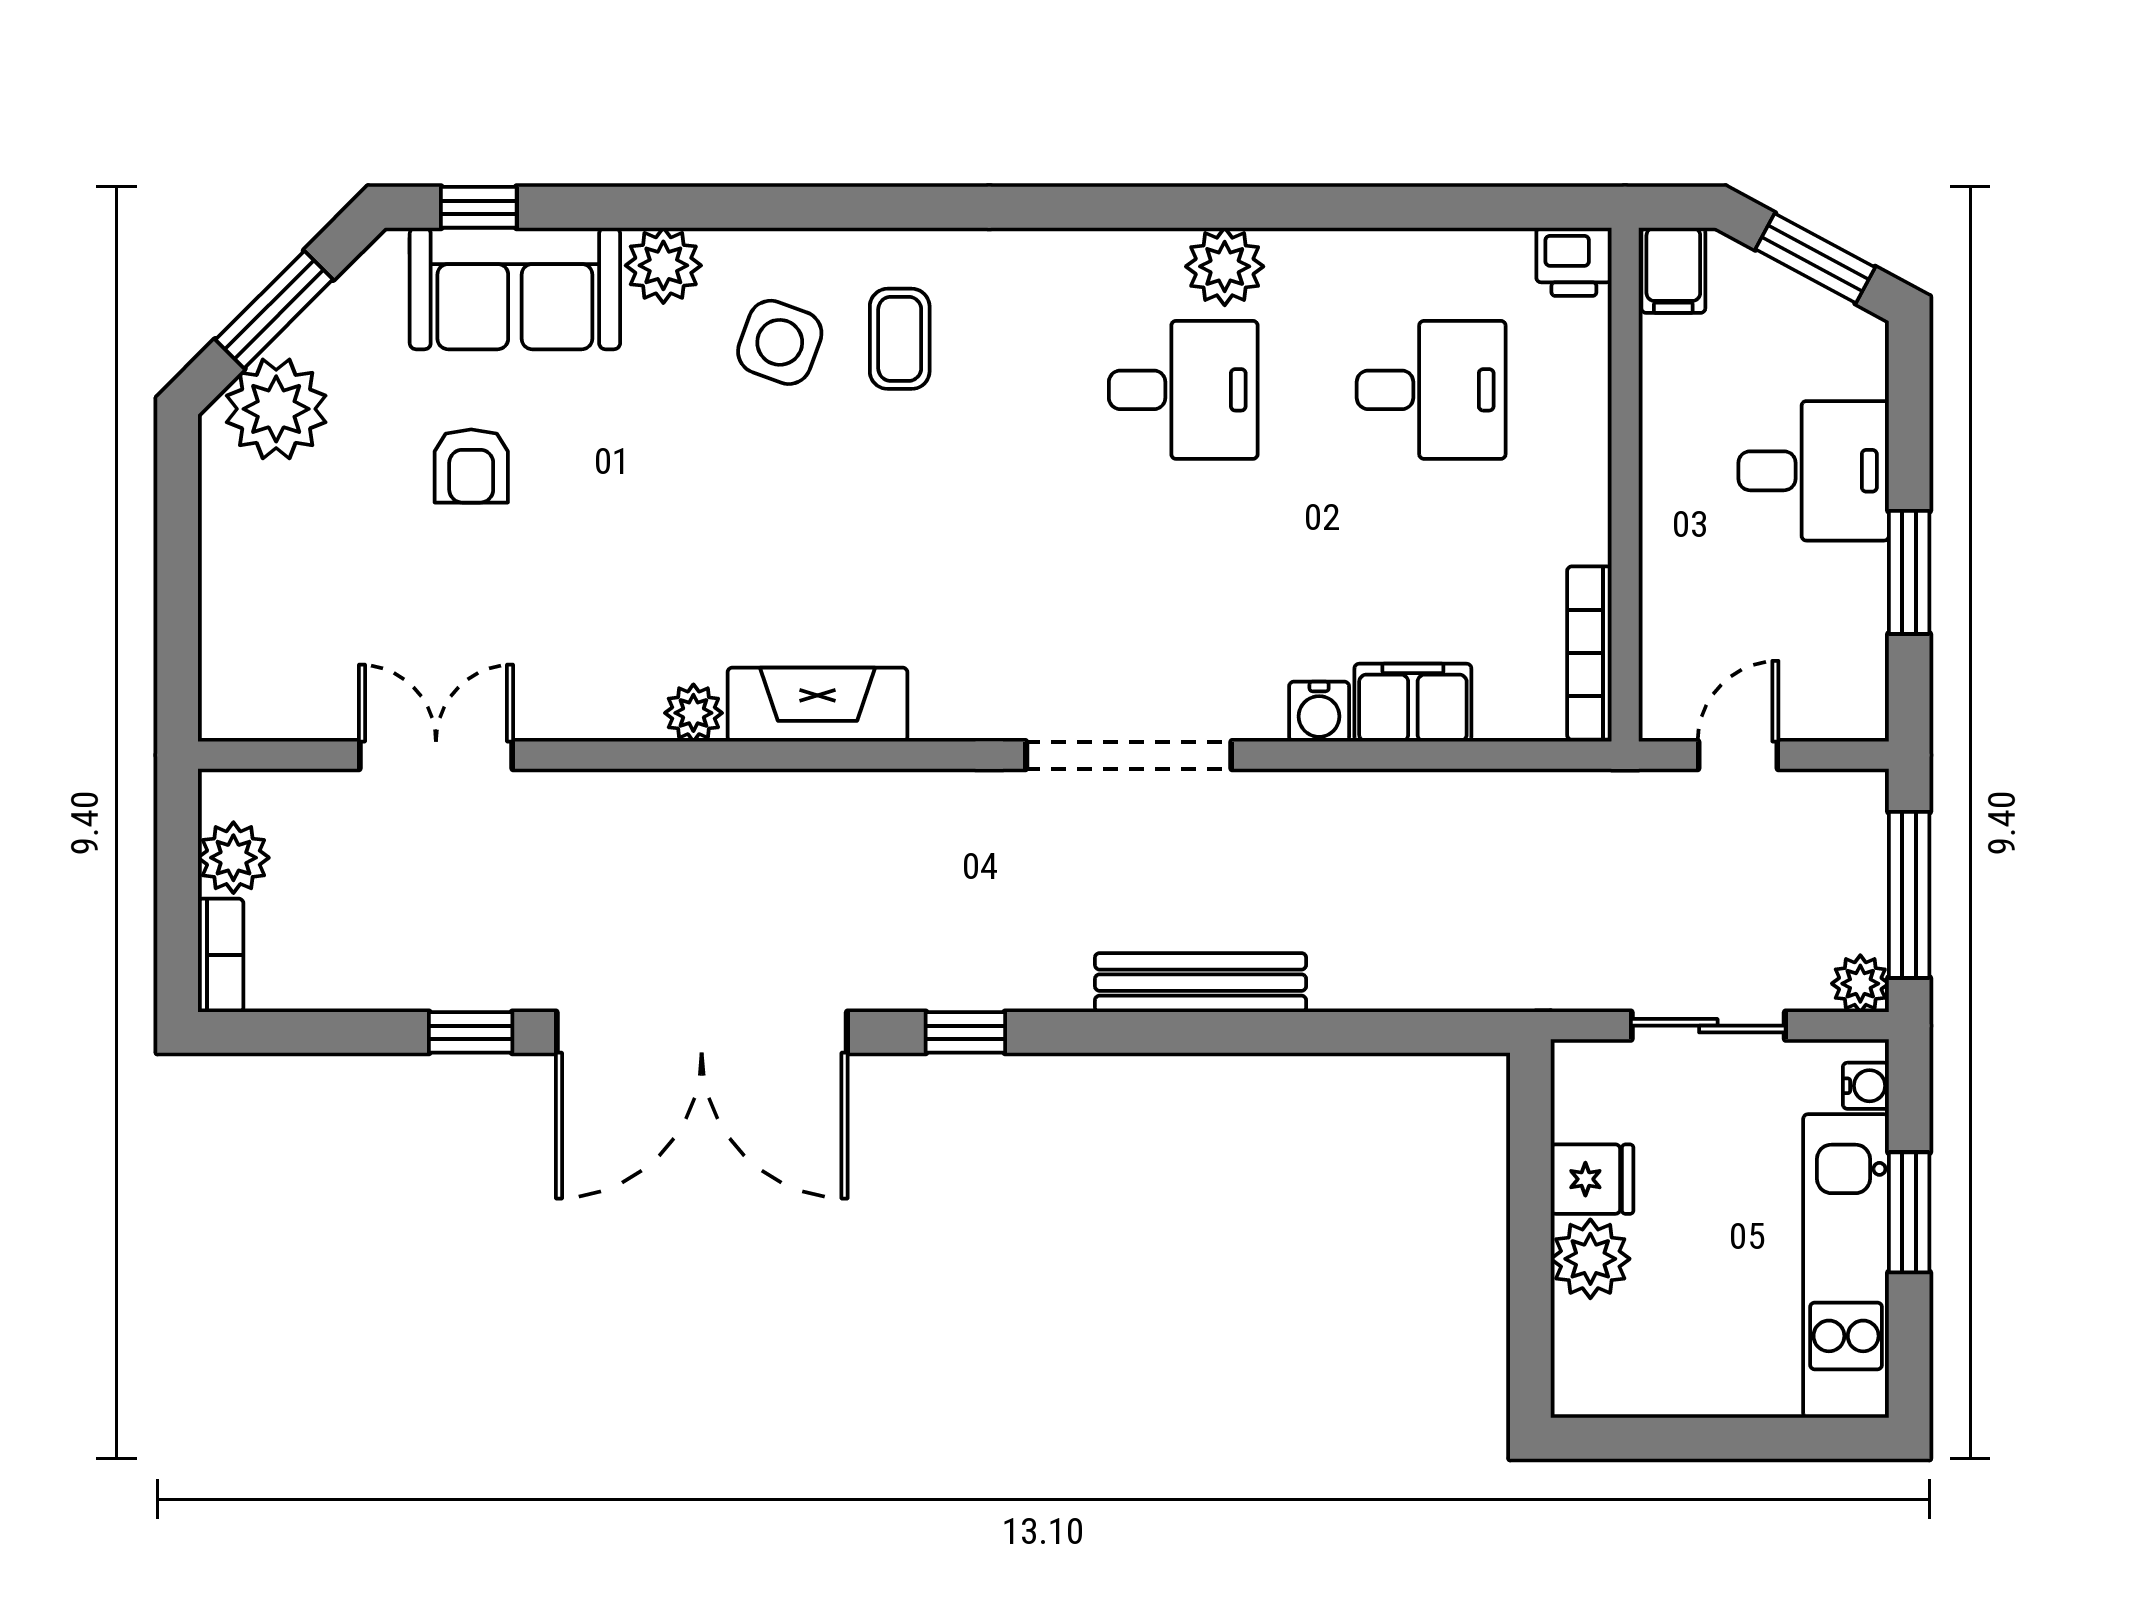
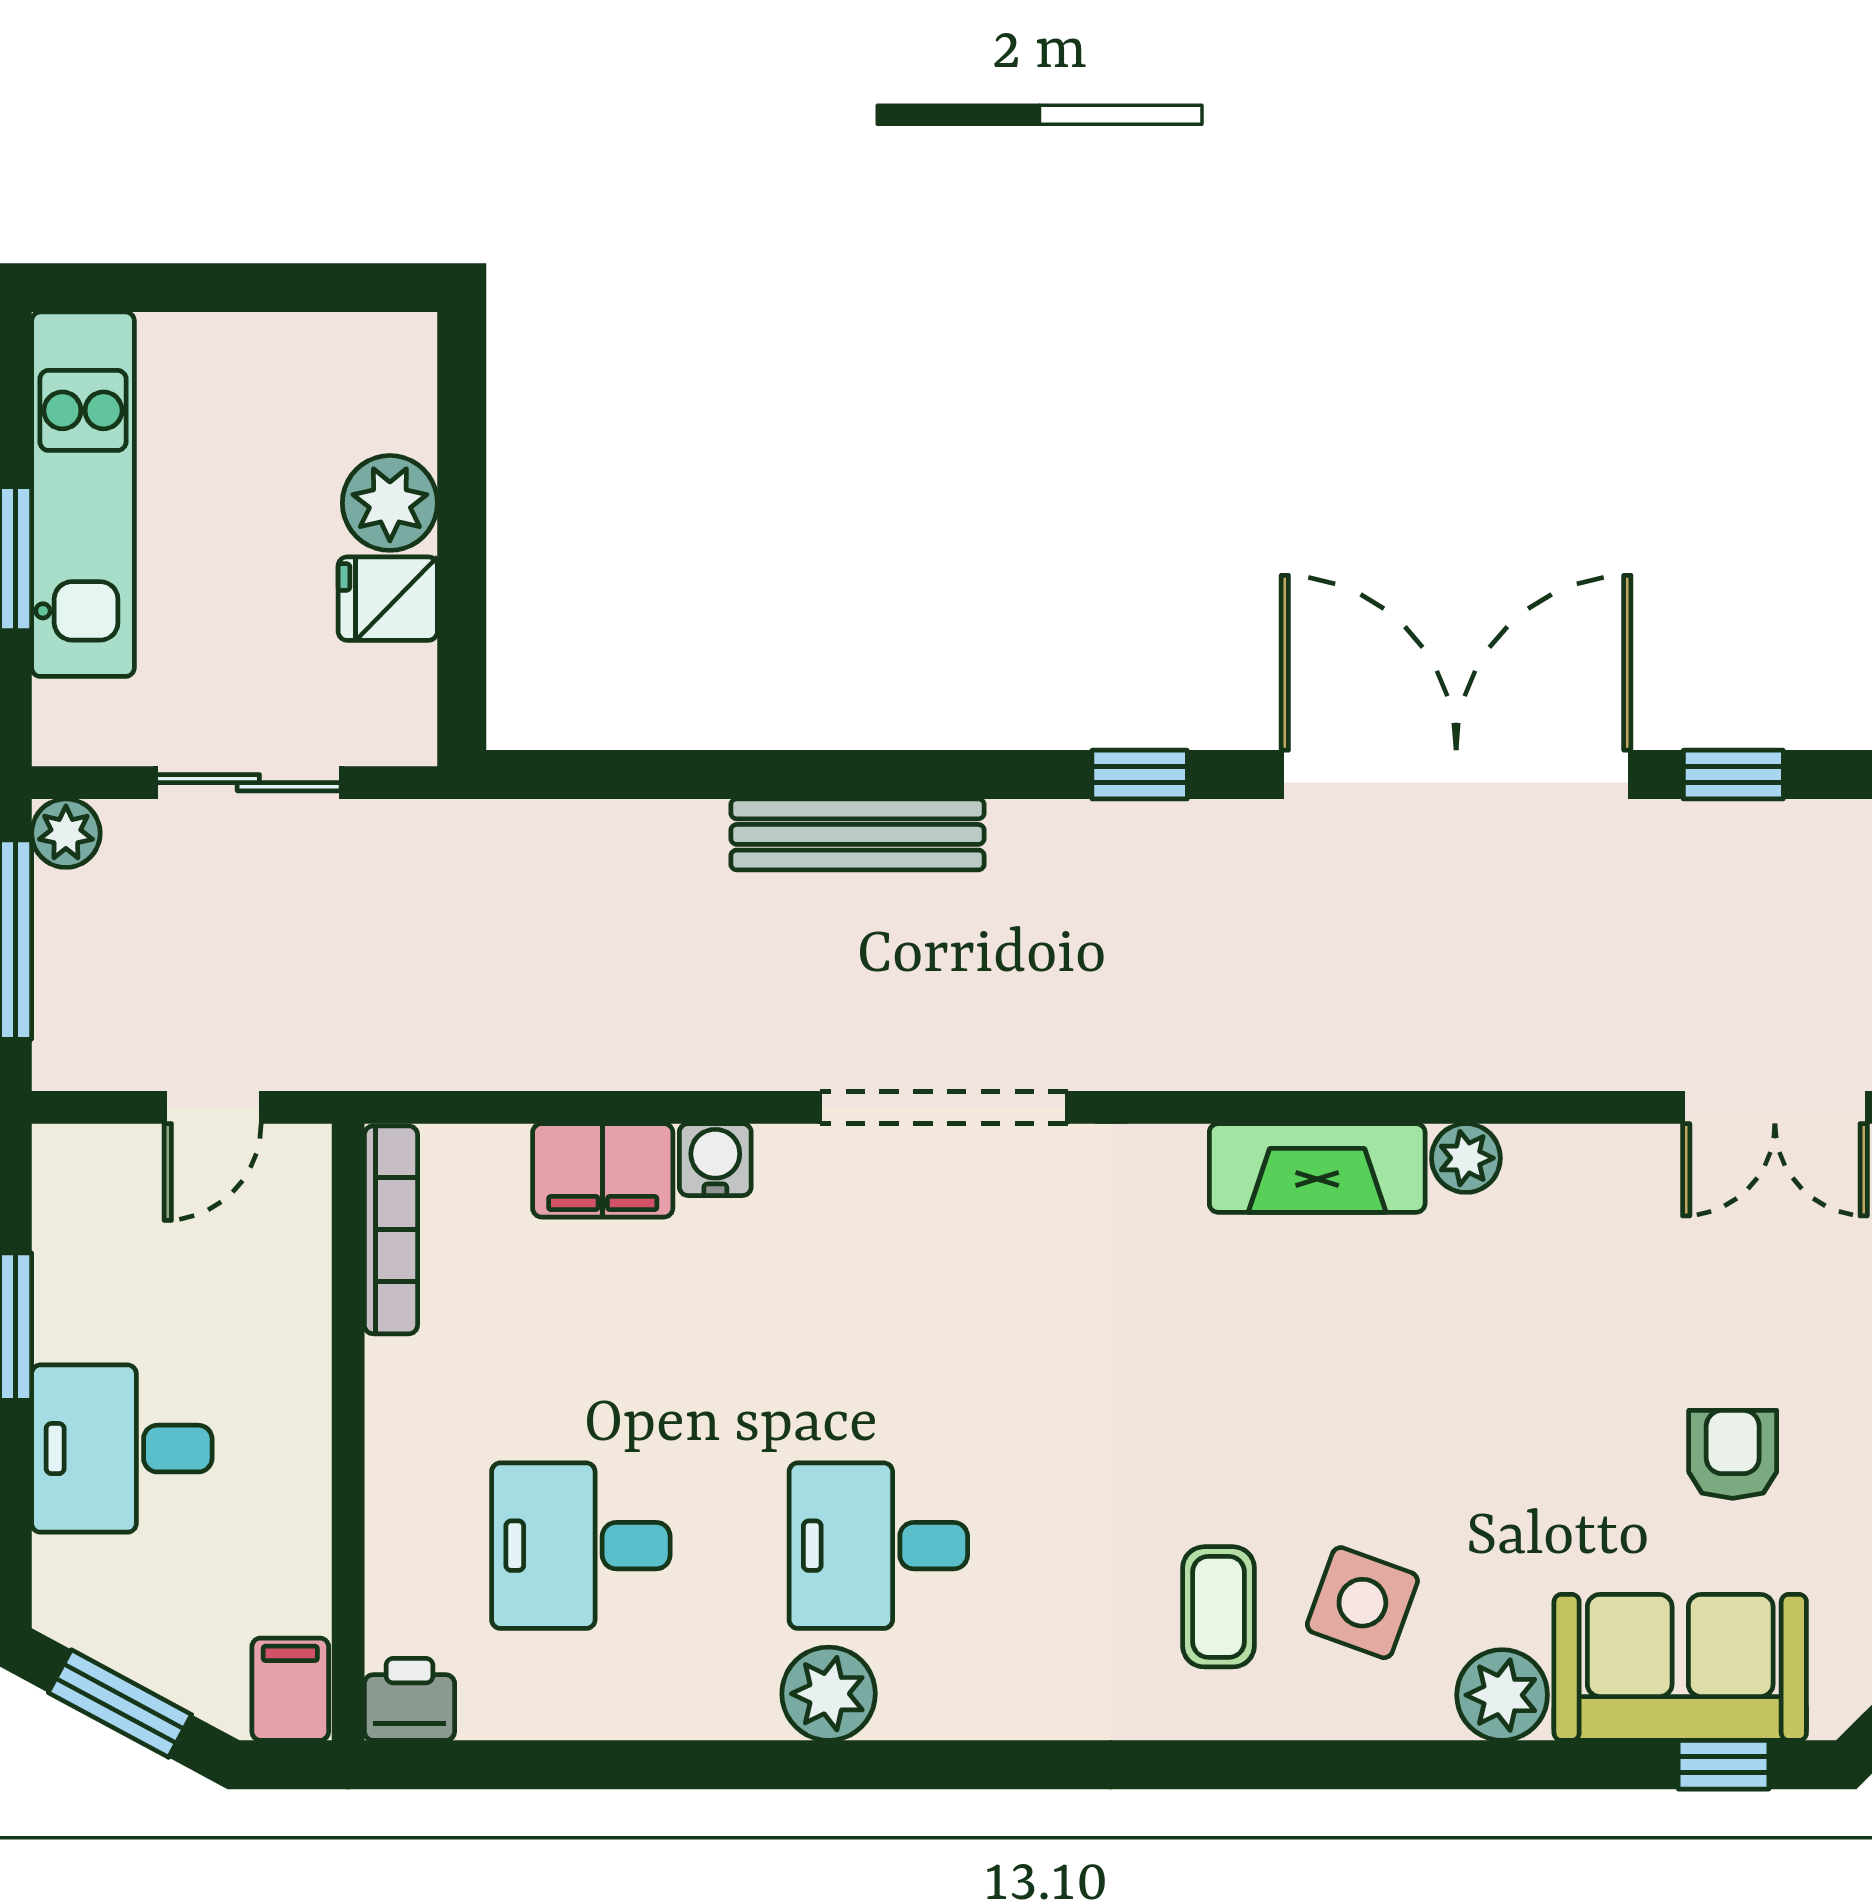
water cooler: (1866, 1086) -> (59, 711), removed

